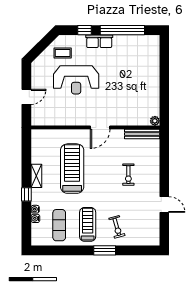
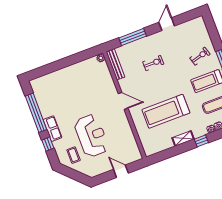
window: (164, 163) -> (133, 37), added

